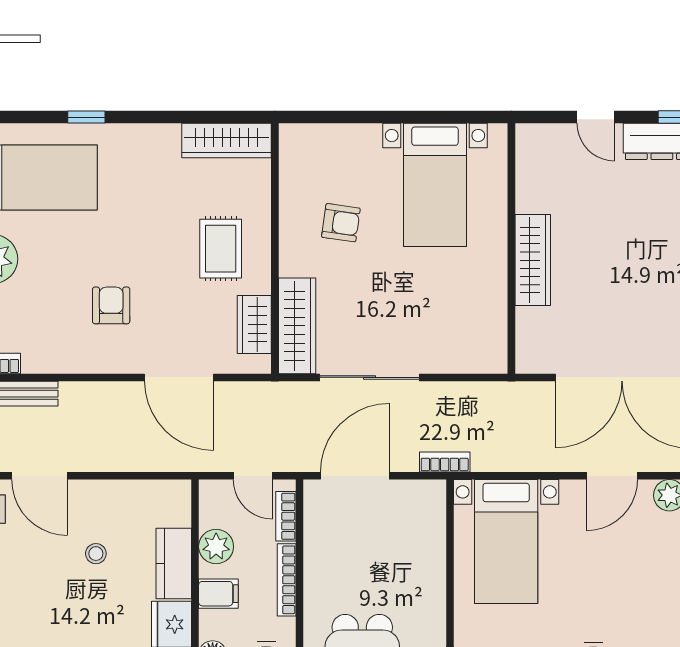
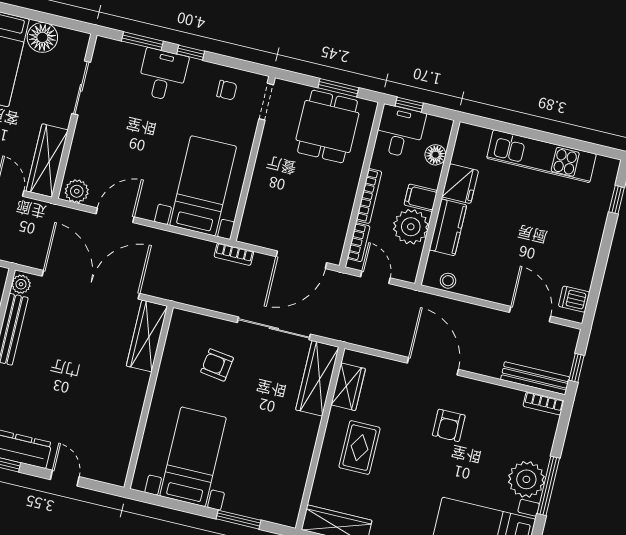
window: (356, 117) -> (238, 520), added
armchair: (341, 223) -> (217, 365), moved
wardrobe: (533, 260) -> (147, 336), moved
door: (179, 377) -> (433, 366), moved
plant: (216, 547) -> (411, 227), width x1.36, depth x1.36
stool: (96, 554) -> (448, 281), moved

